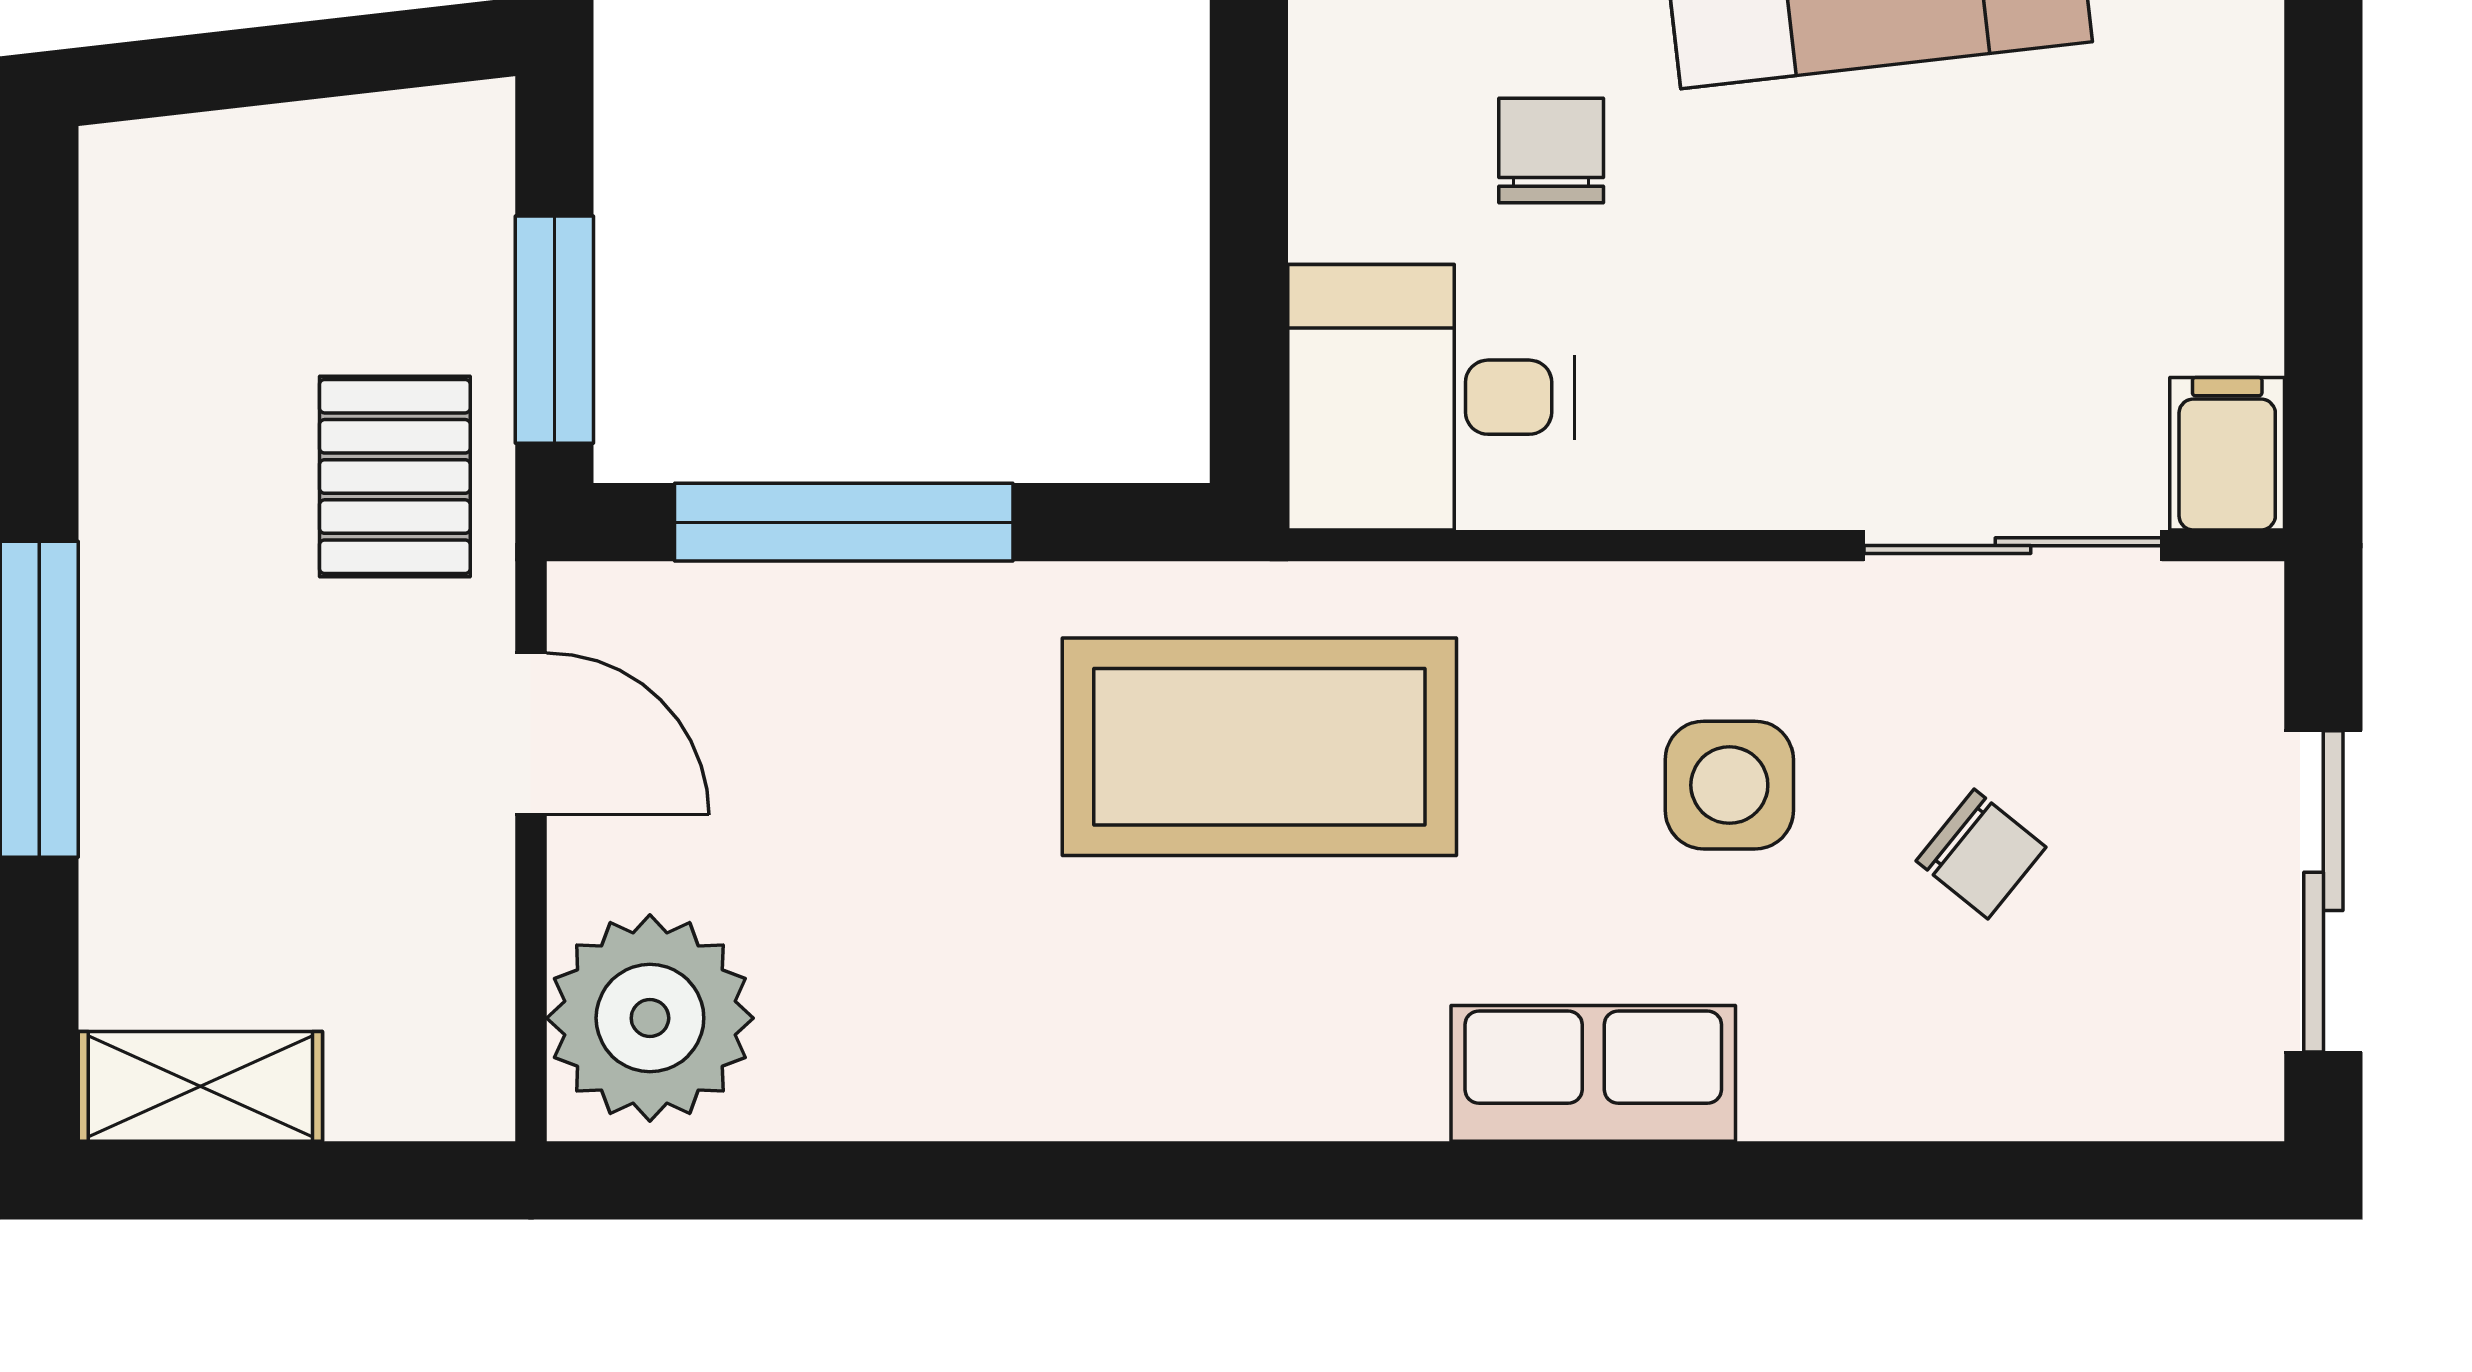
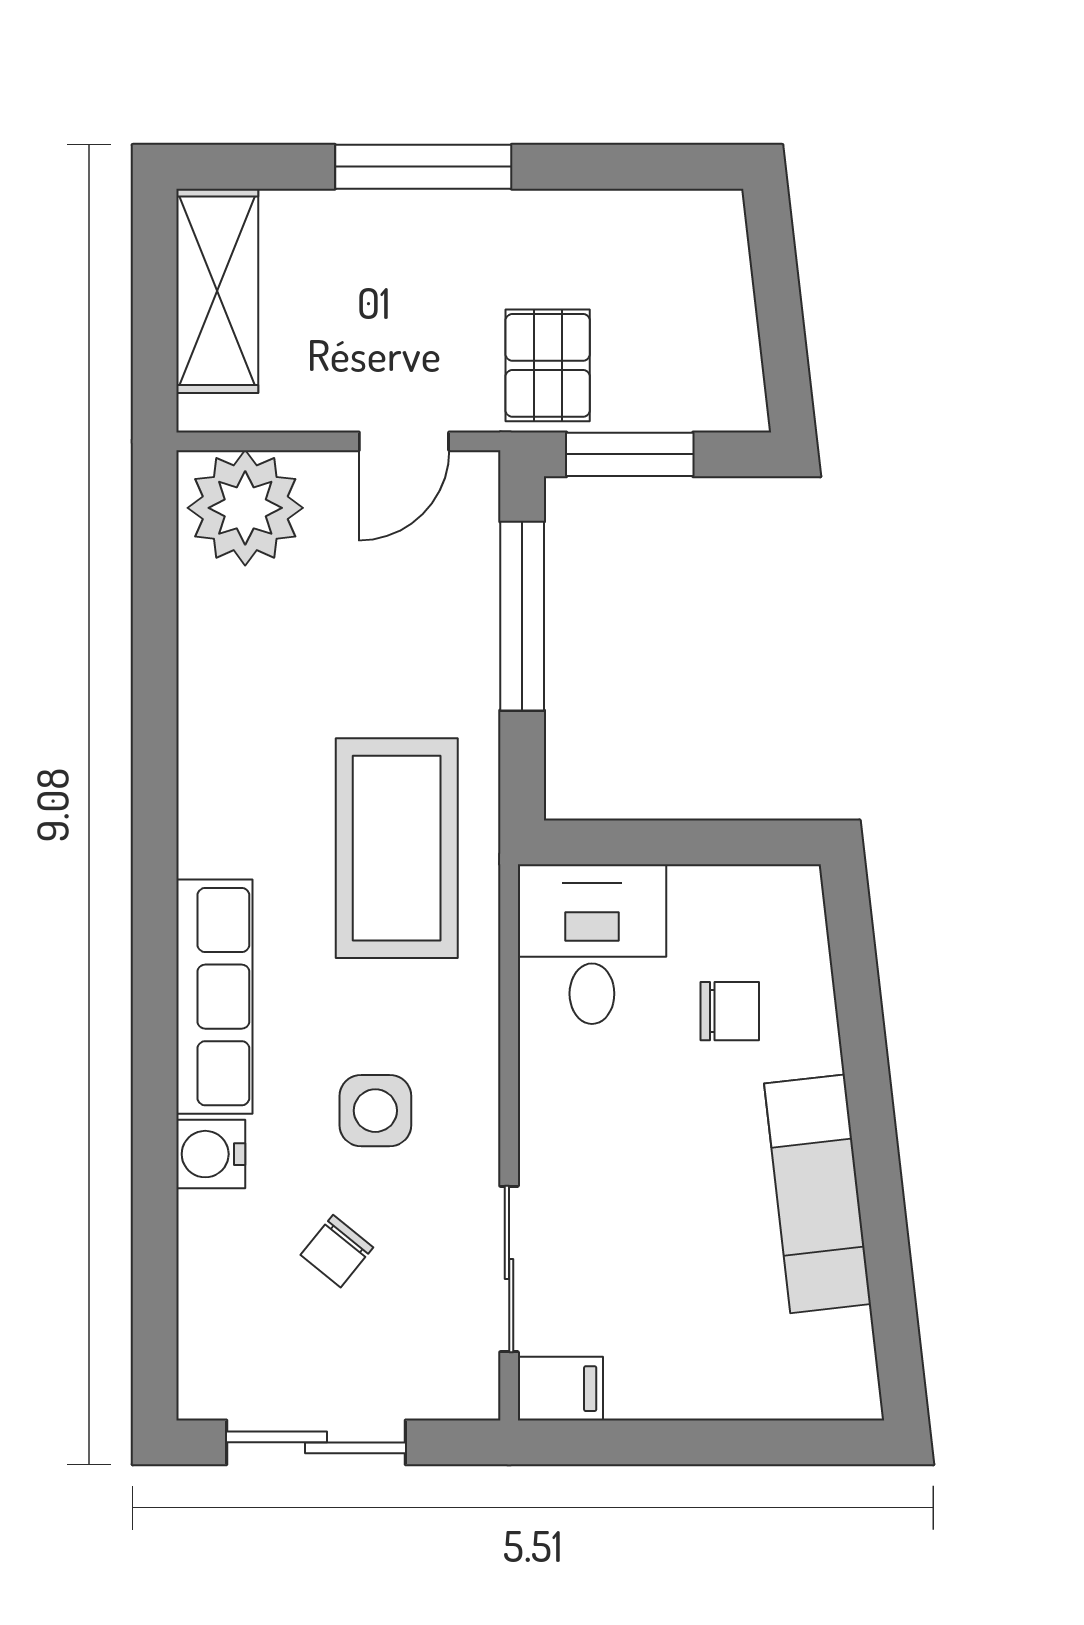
pallet: (395, 476) -> (548, 365), turned 90
row of seats: (1593, 1073) -> (214, 997), width x1.48
water cooler: (1807, 1080) -> (211, 1154), added
shelving: (200, 1086) -> (217, 291), width x1.50, depth x1.33

